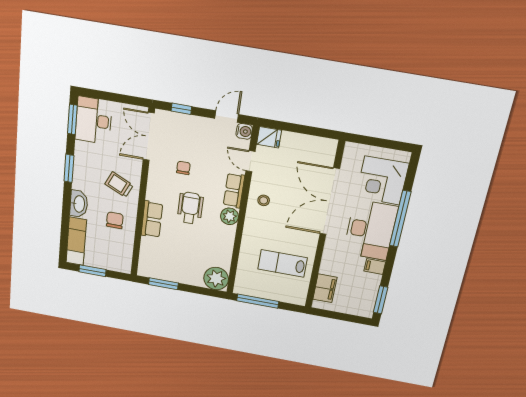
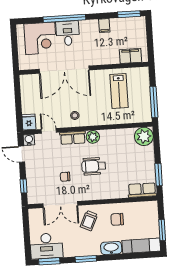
double door: (149, 136) -> (60, 204), moved
door: (251, 161) -> (49, 131), swing flipped
row of seats: (152, 219) -> (142, 190), moved
desk: (370, 230) -> (68, 33), width x0.53, depth x0.77

